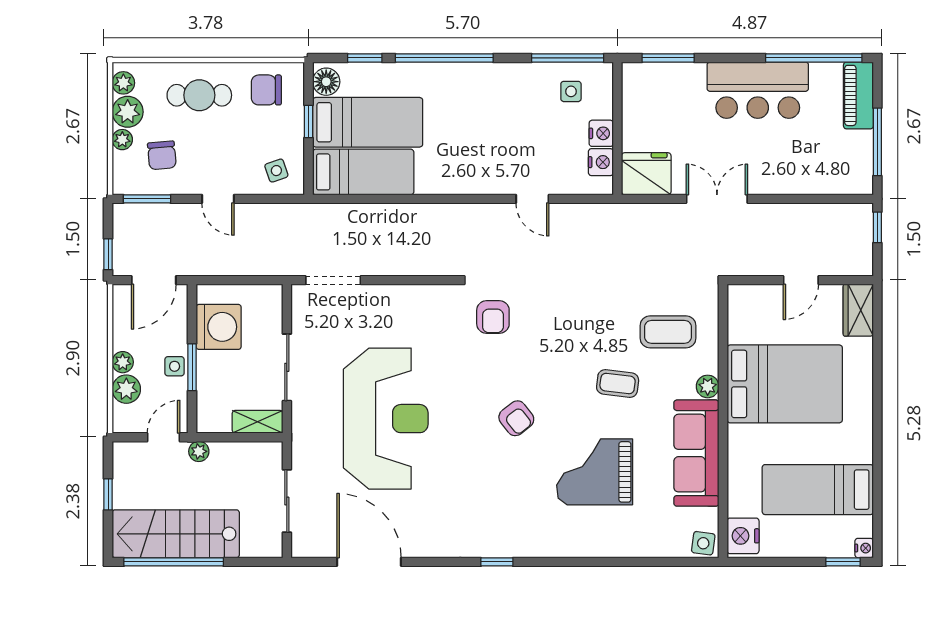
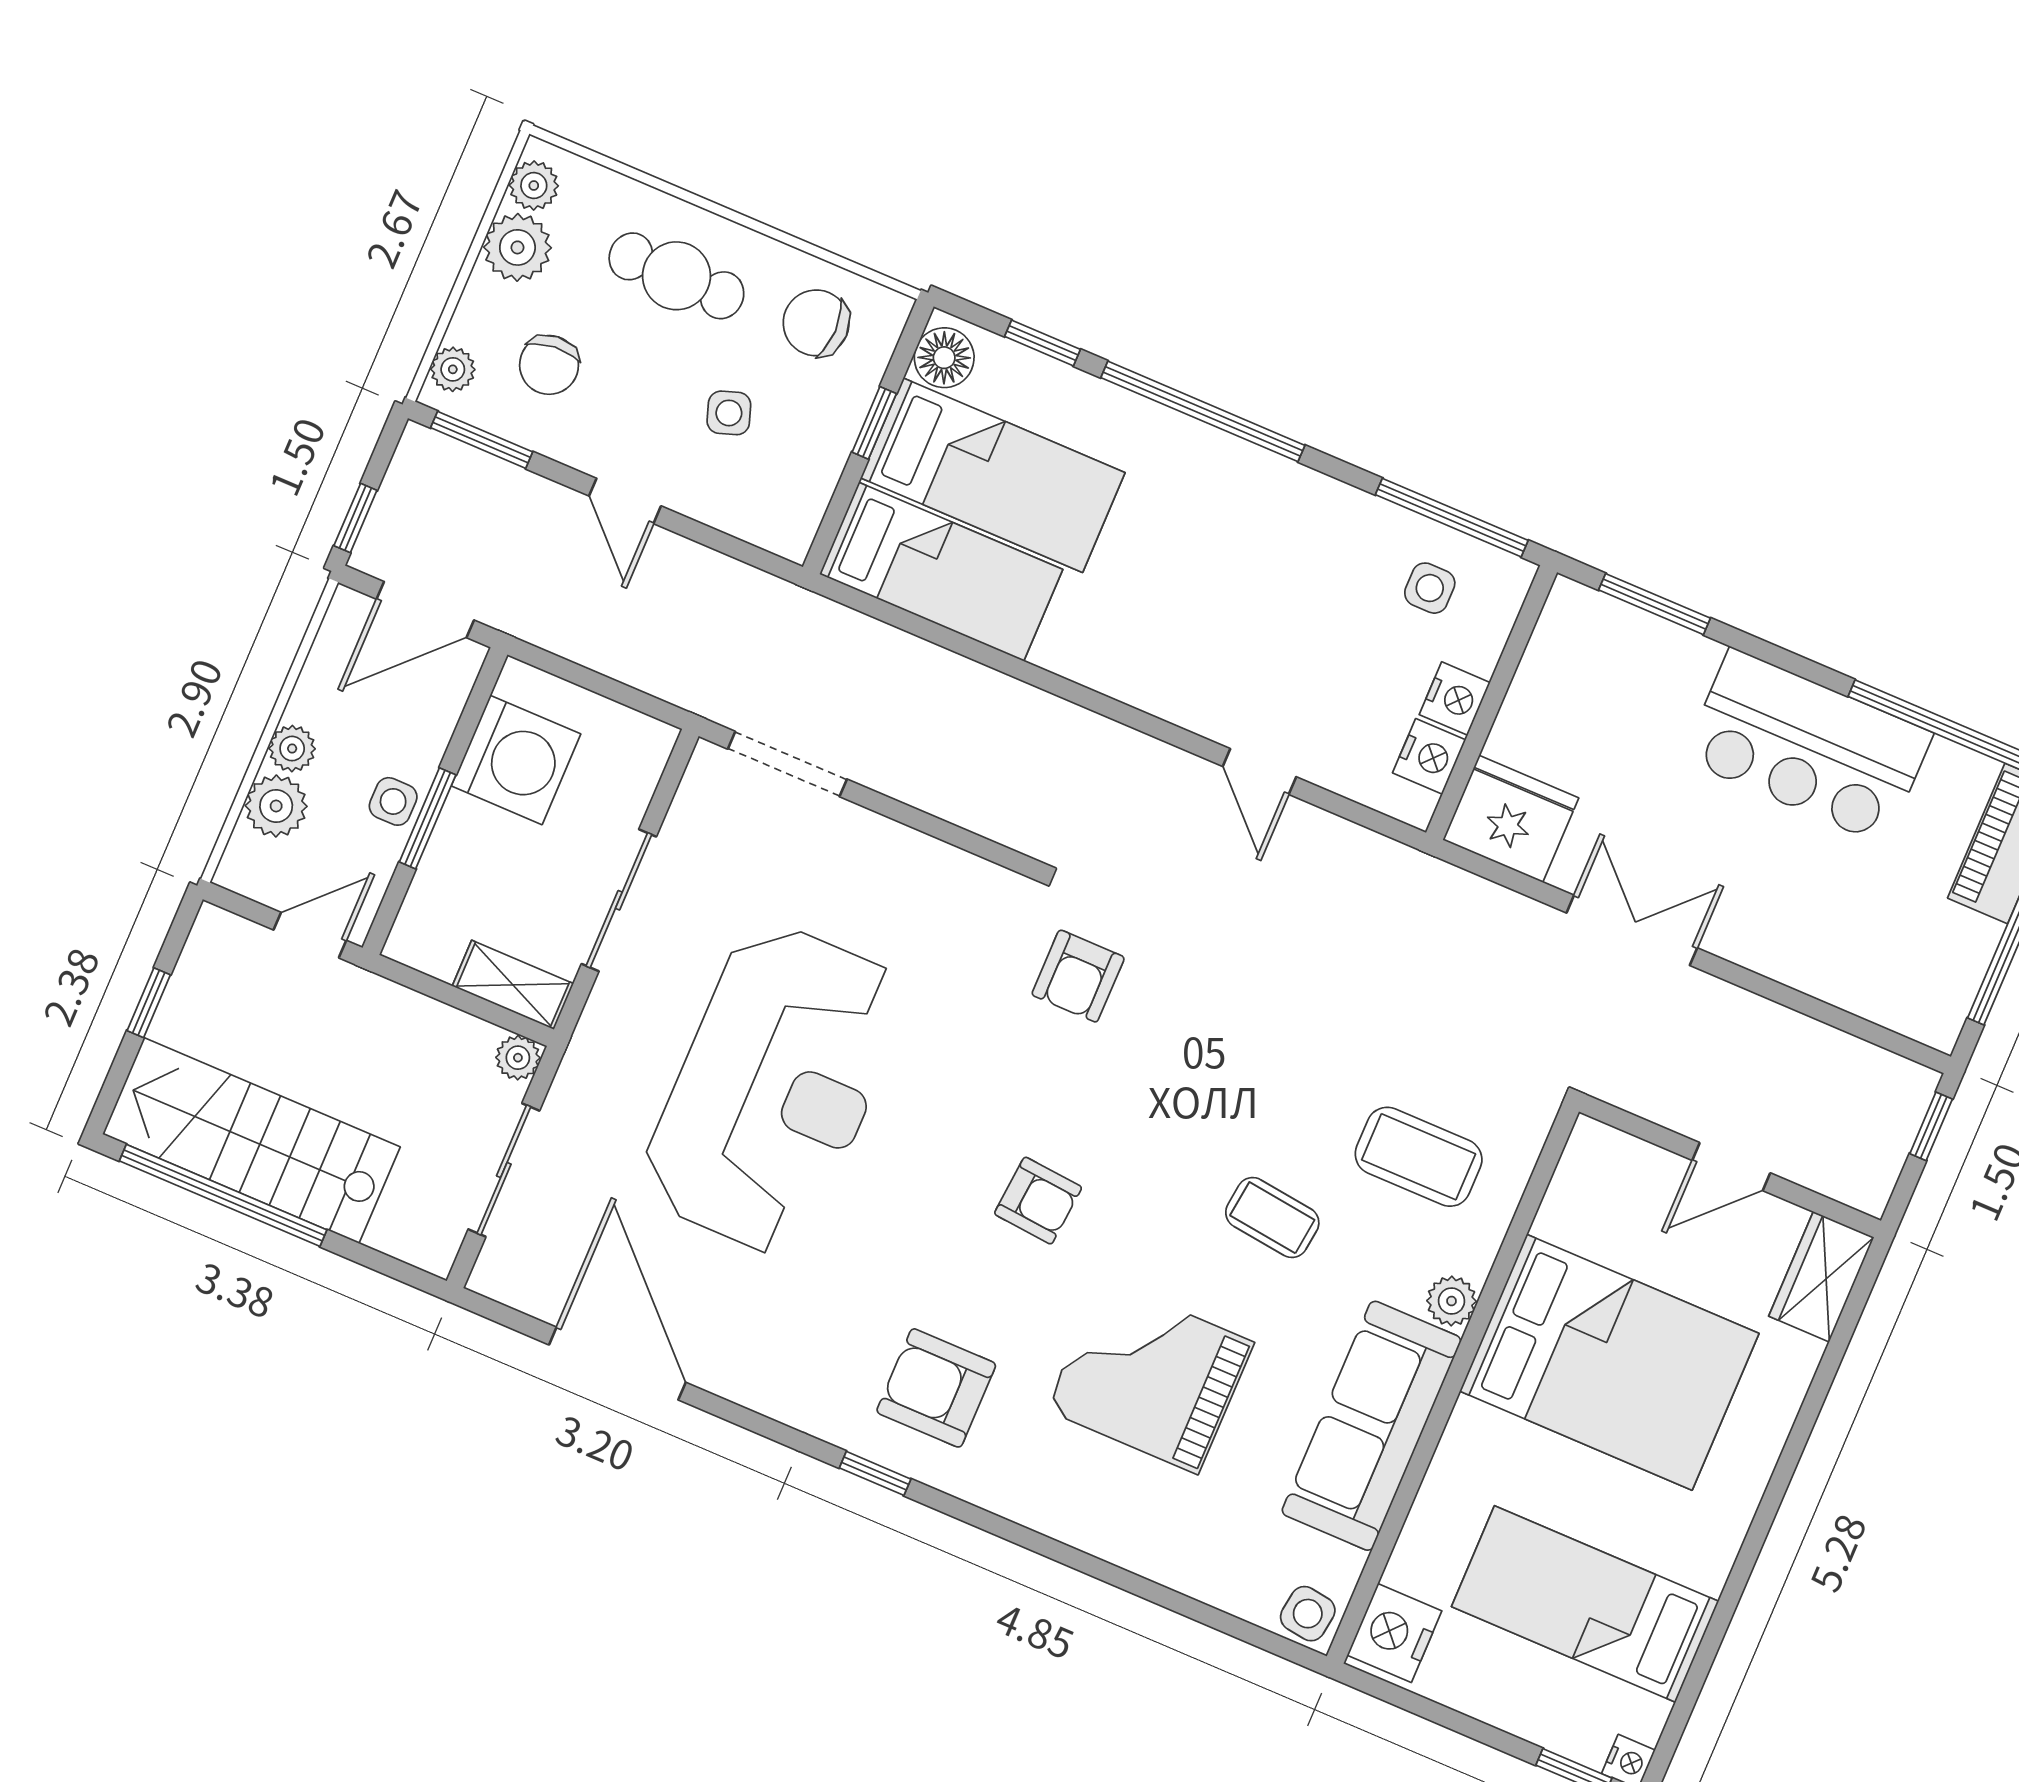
plant: (122, 140) -> (453, 369), moved
side table: (276, 171) -> (729, 413), moved
armchair: (516, 418) -> (1038, 1201), turned -47
plant: (199, 451) -> (518, 1058), moved
armchair: (507, 515) -> (936, 1388), added

